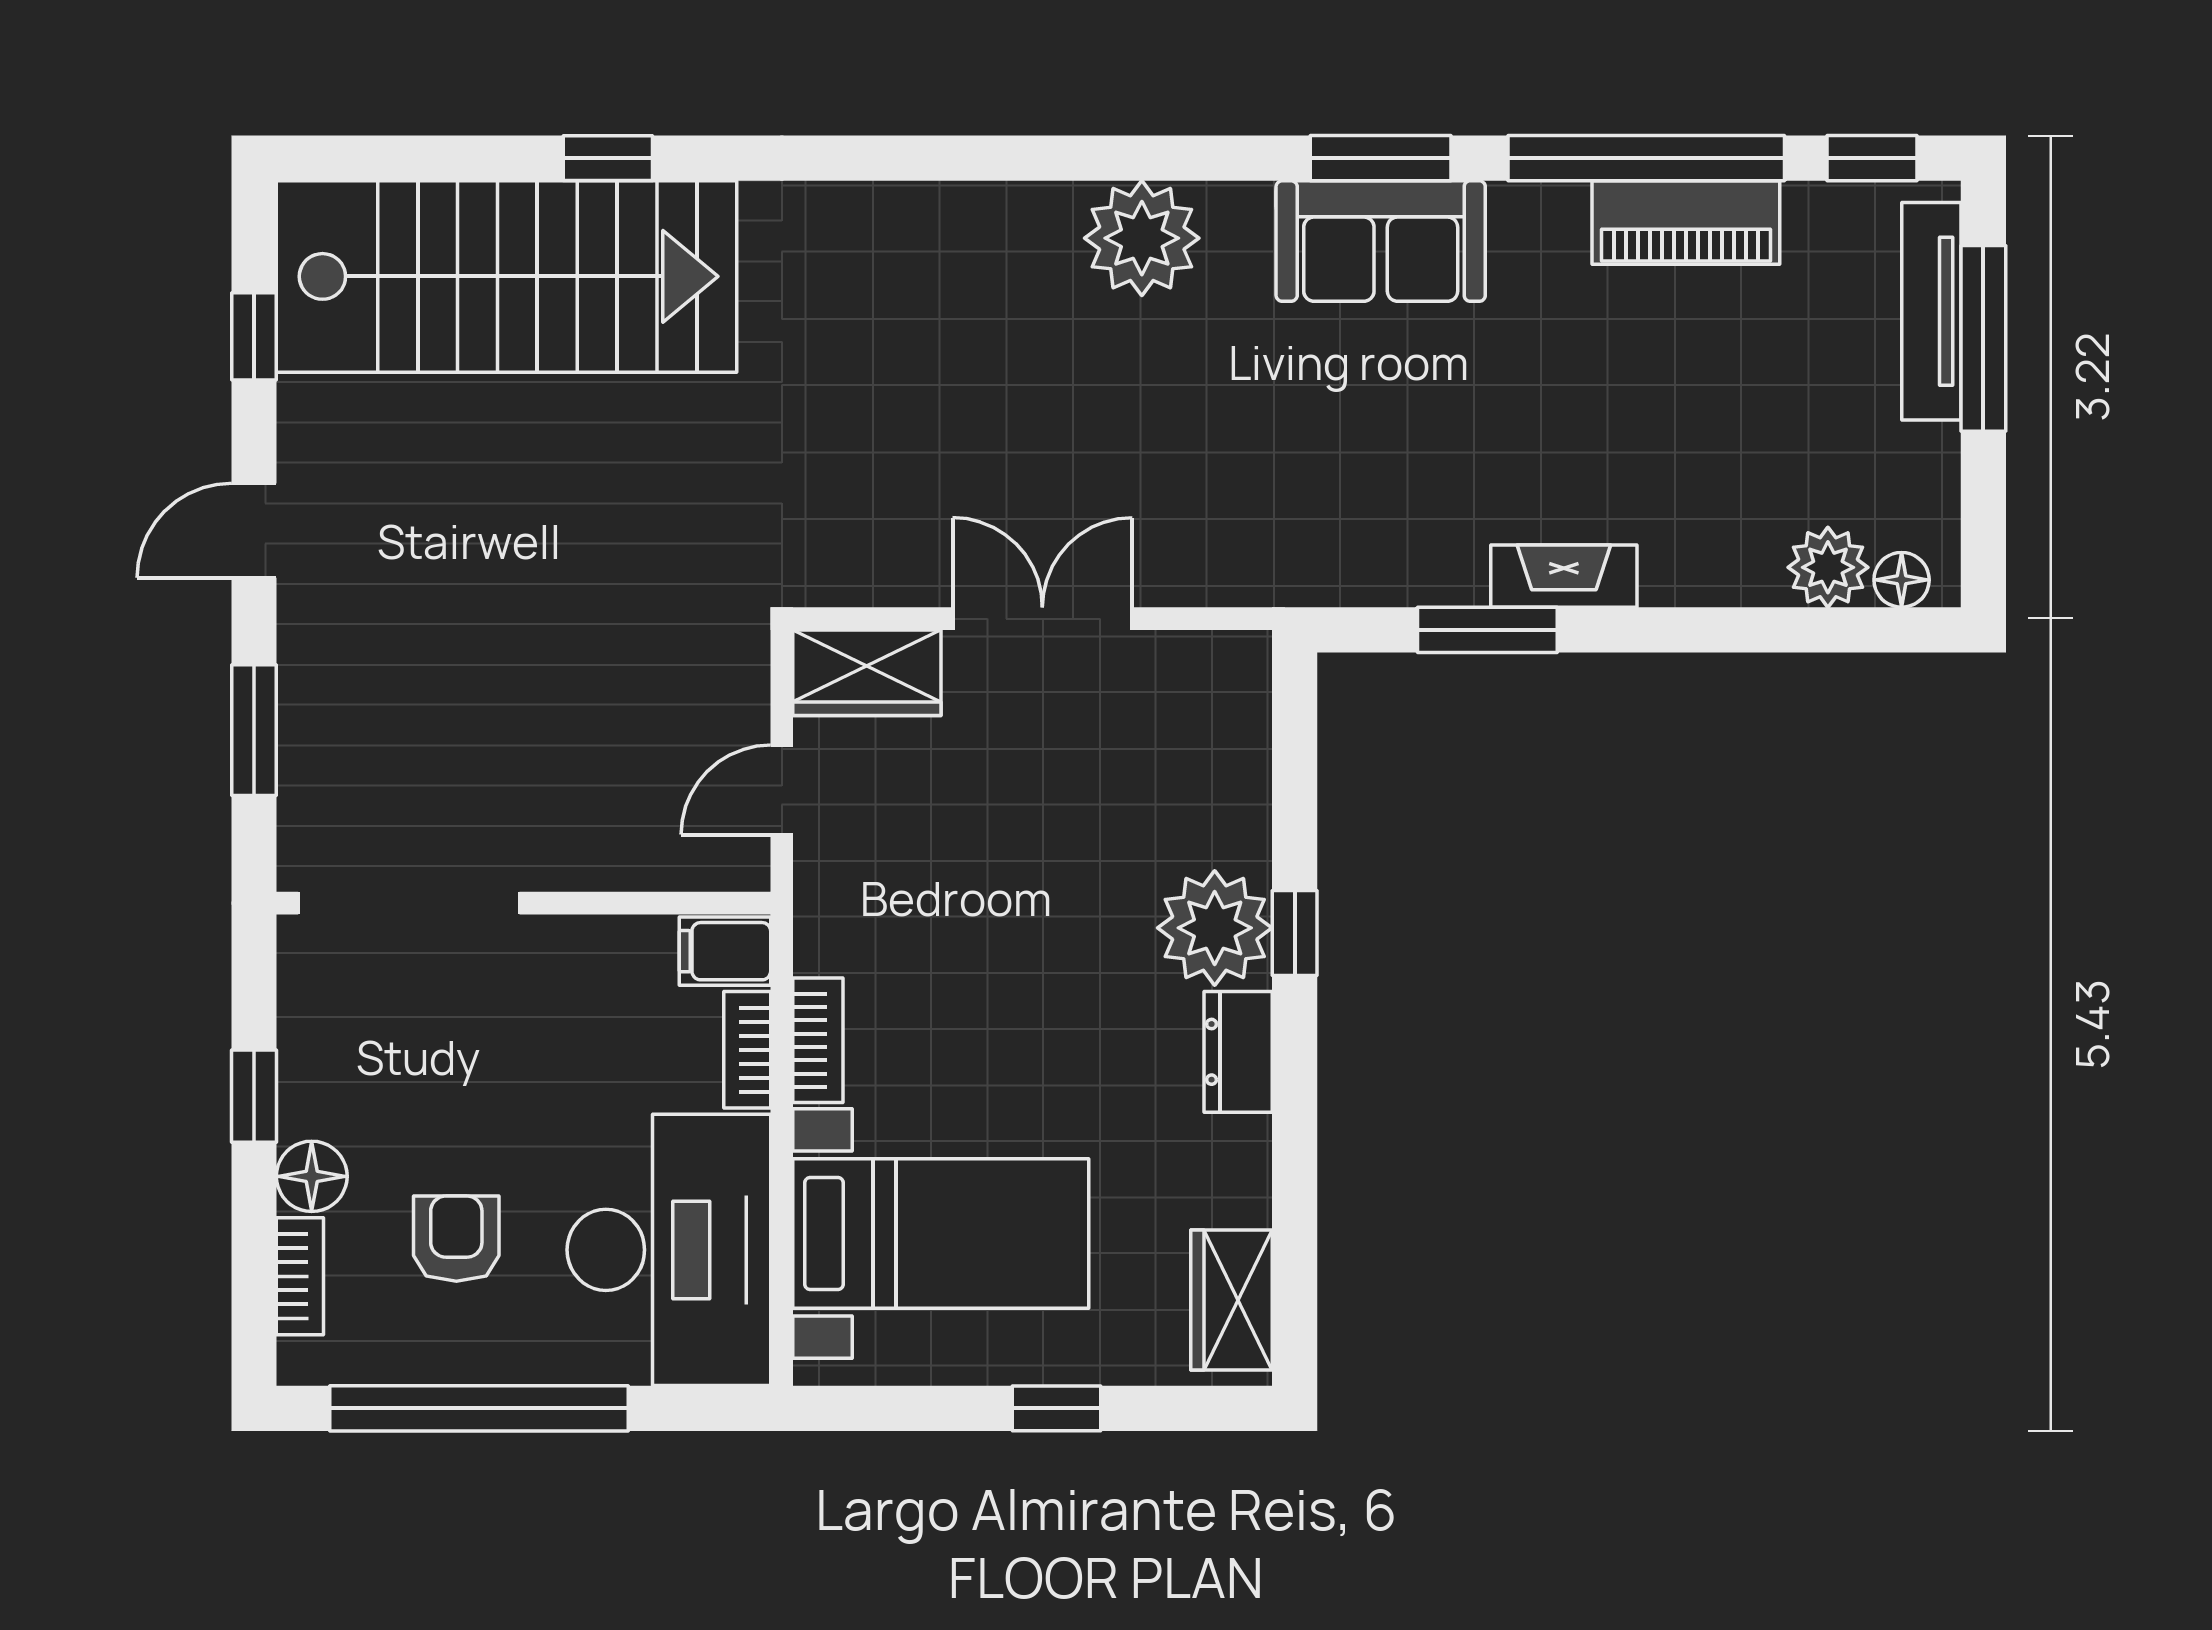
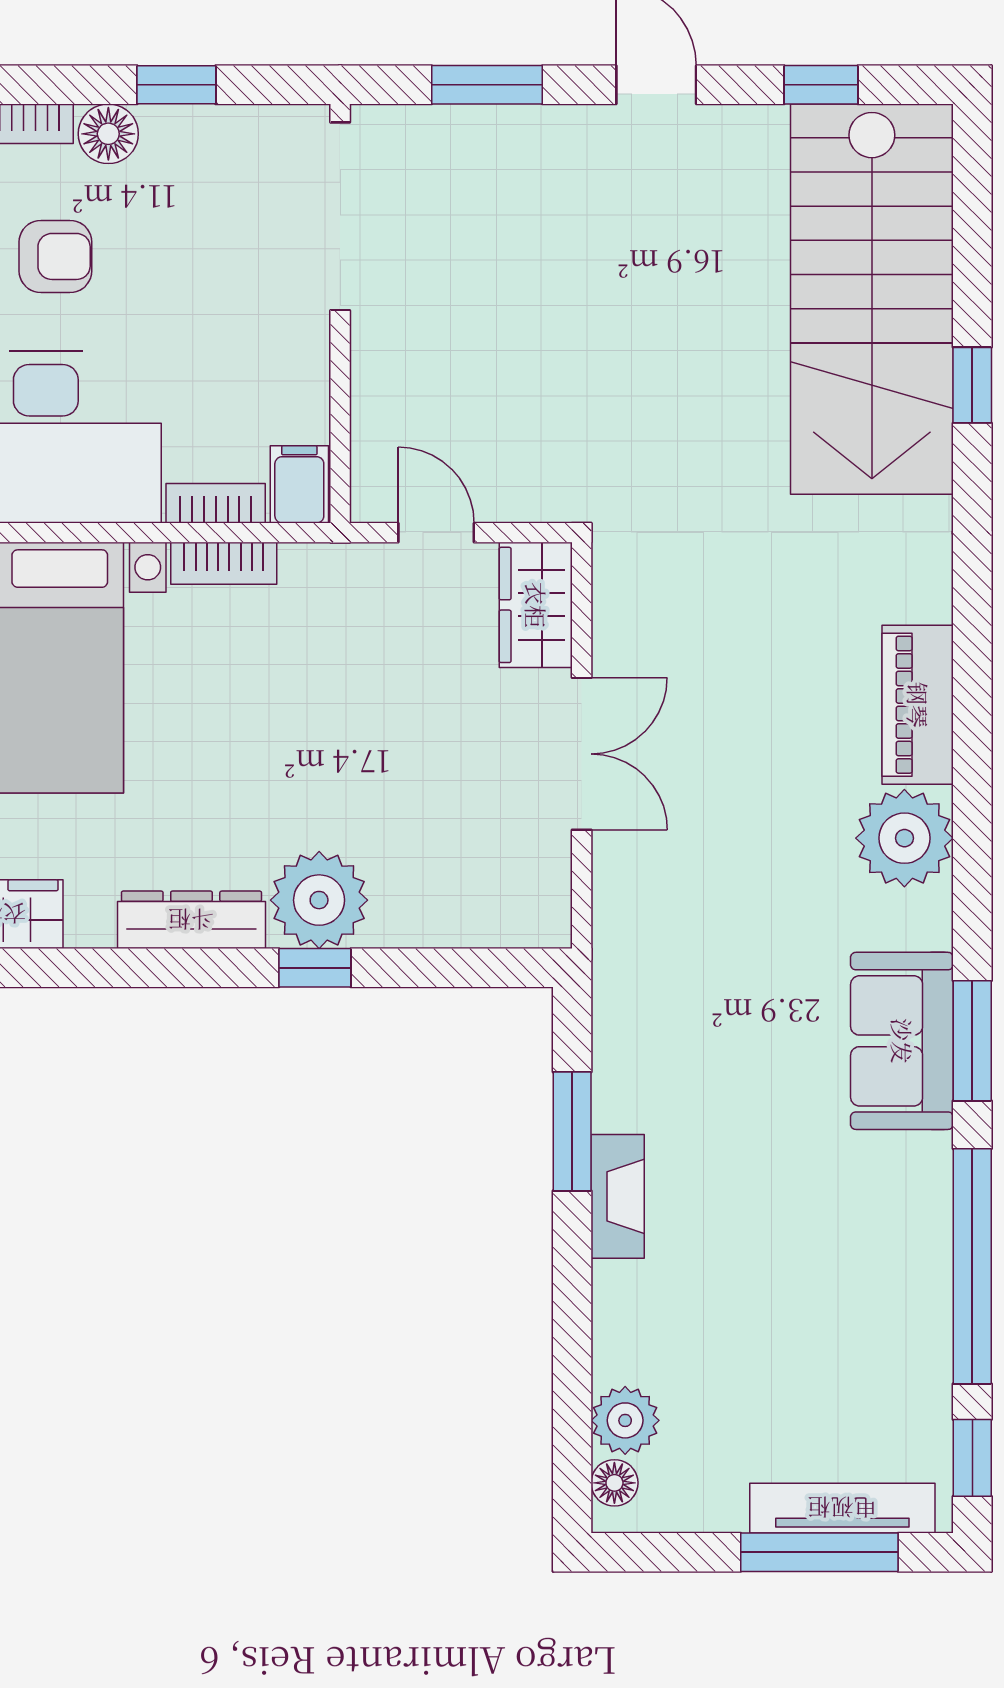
piano: (1686, 223) -> (918, 705), moved
dresser: (1238, 1052) -> (191, 920), width x1.44

